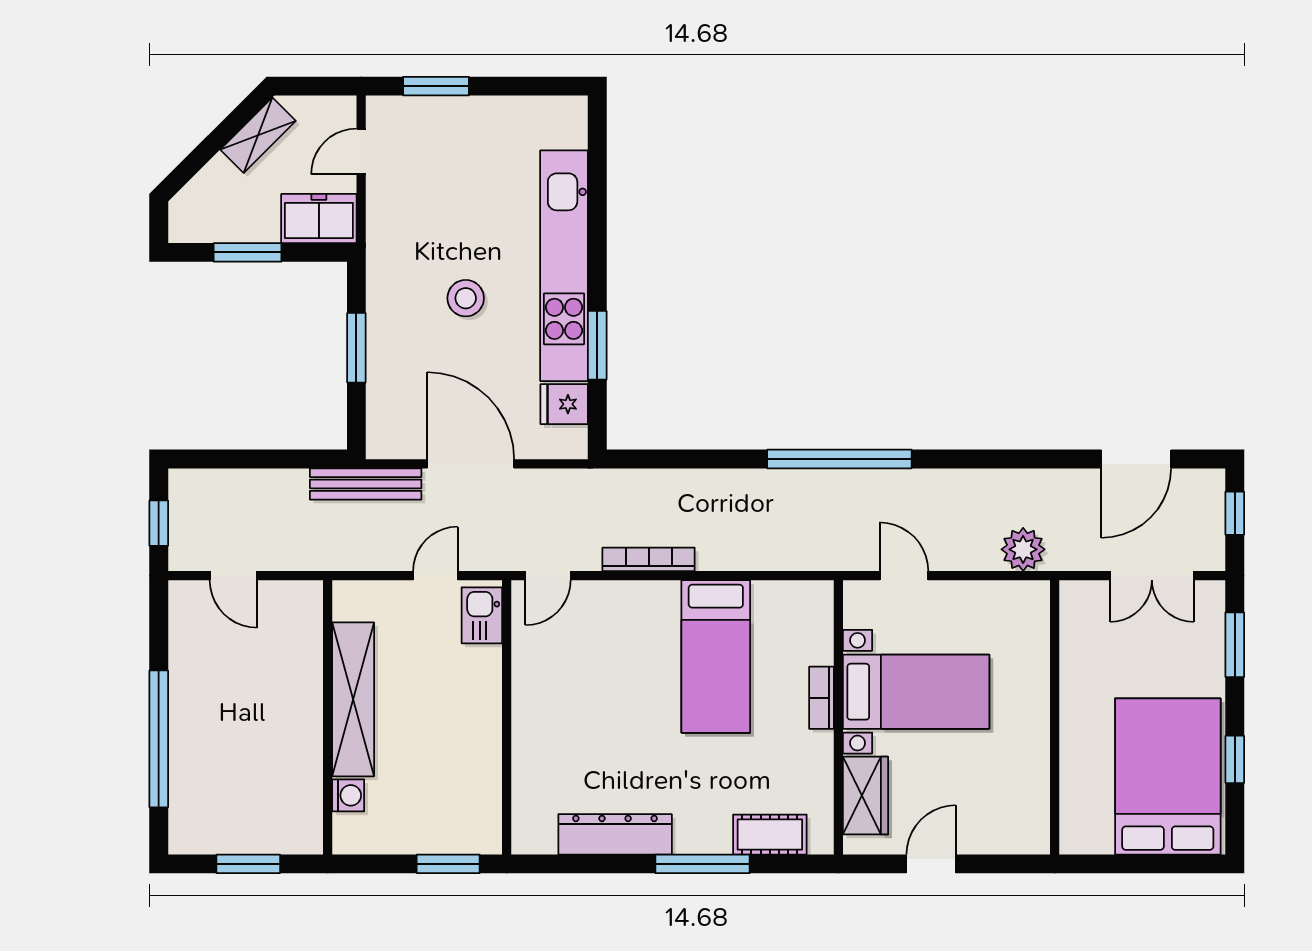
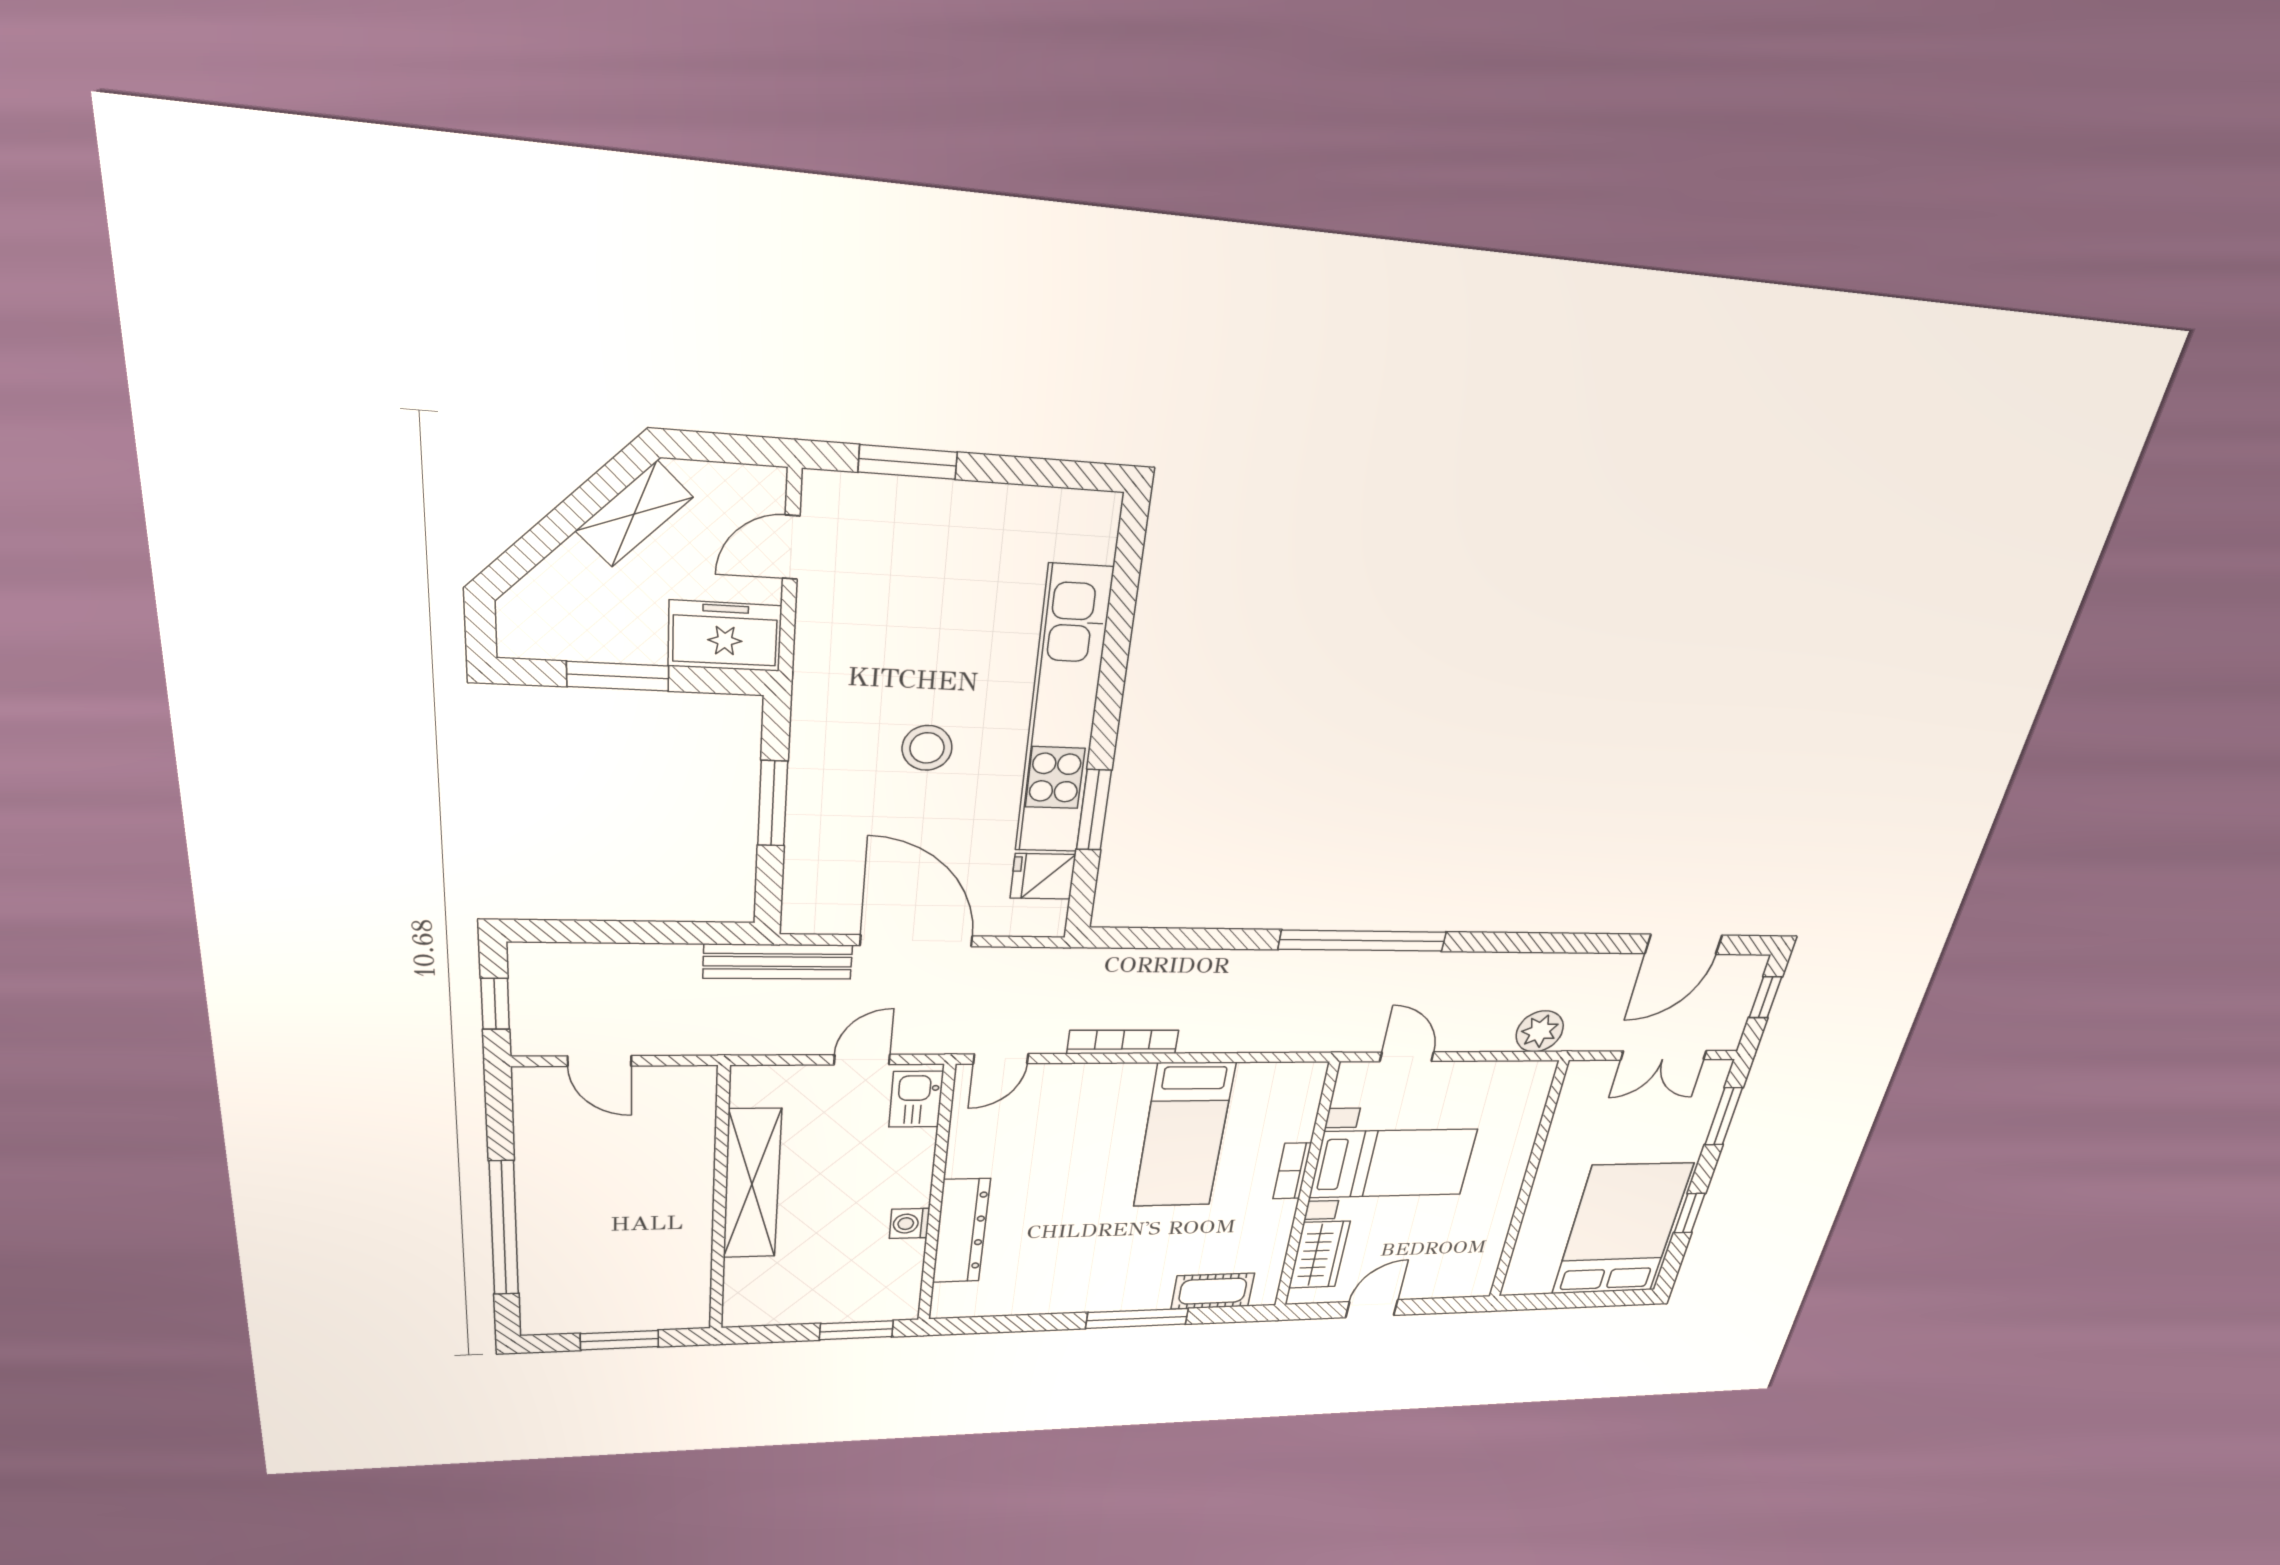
washing machine: (348, 795) -> (910, 1224), moved, turned 180
dresser: (615, 834) -> (961, 1231), moved, turned 90

